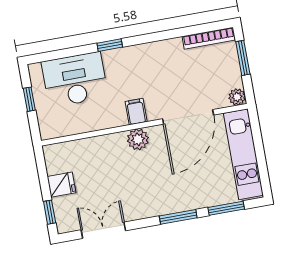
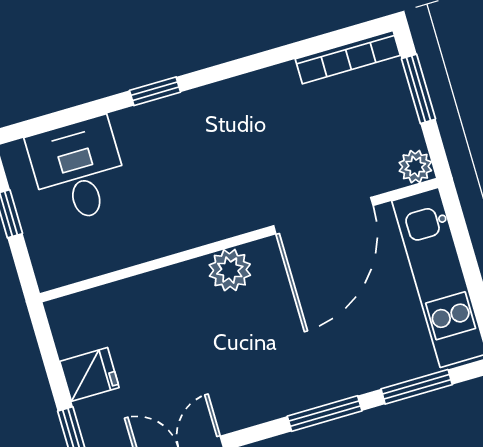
desk: (75, 80) -> (78, 170), width x0.73
filing cabinet: (136, 112) -> (220, 216), removed

